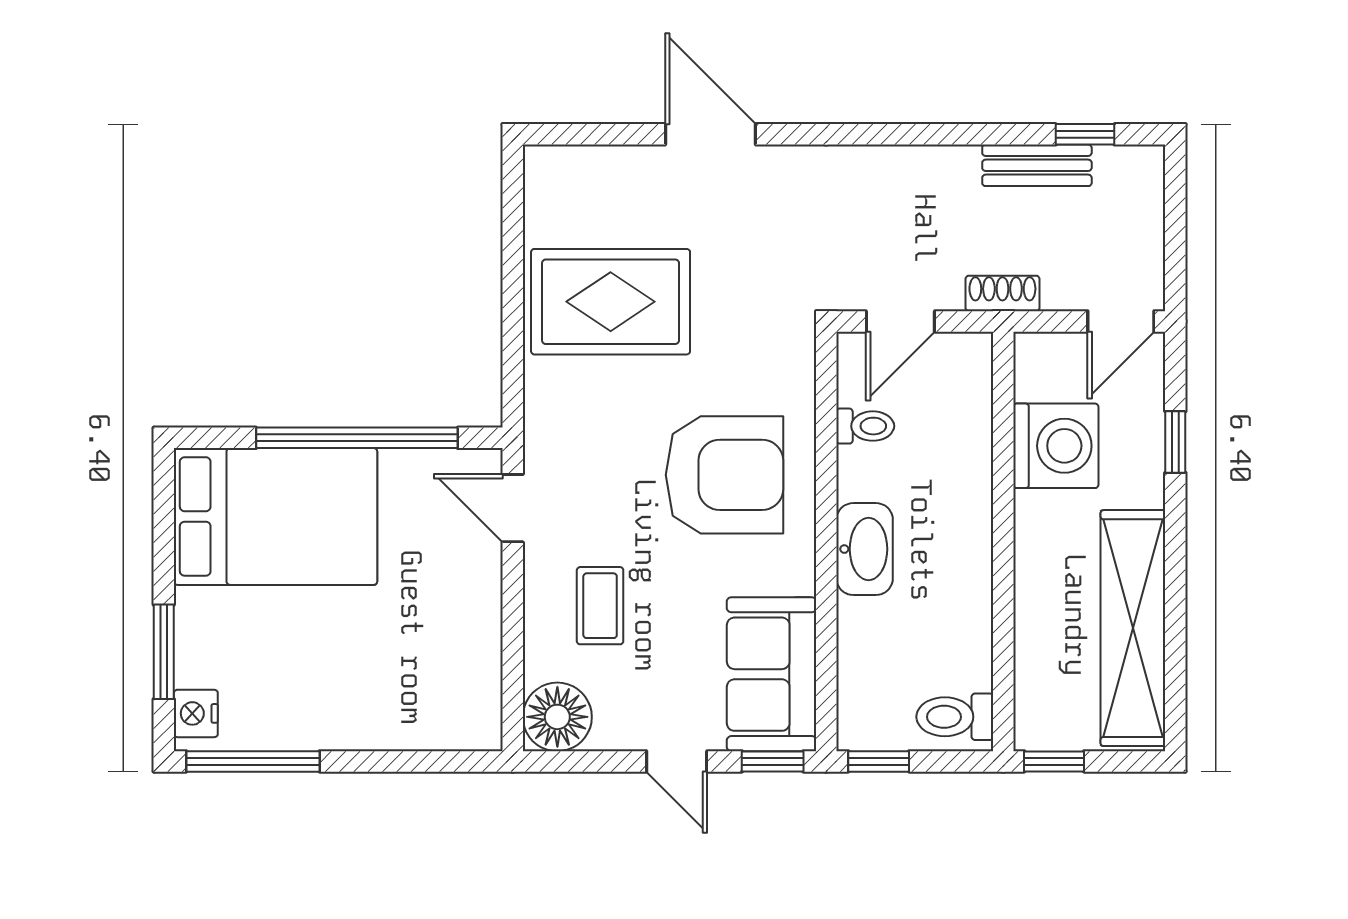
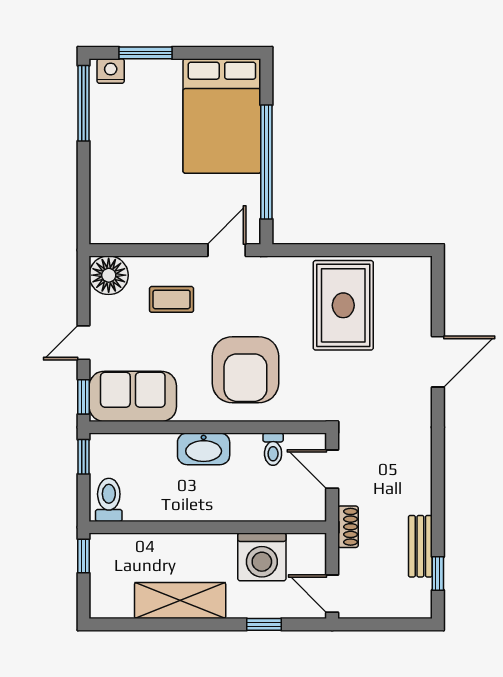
shelving: (1133, 628) -> (180, 600), width x0.68

